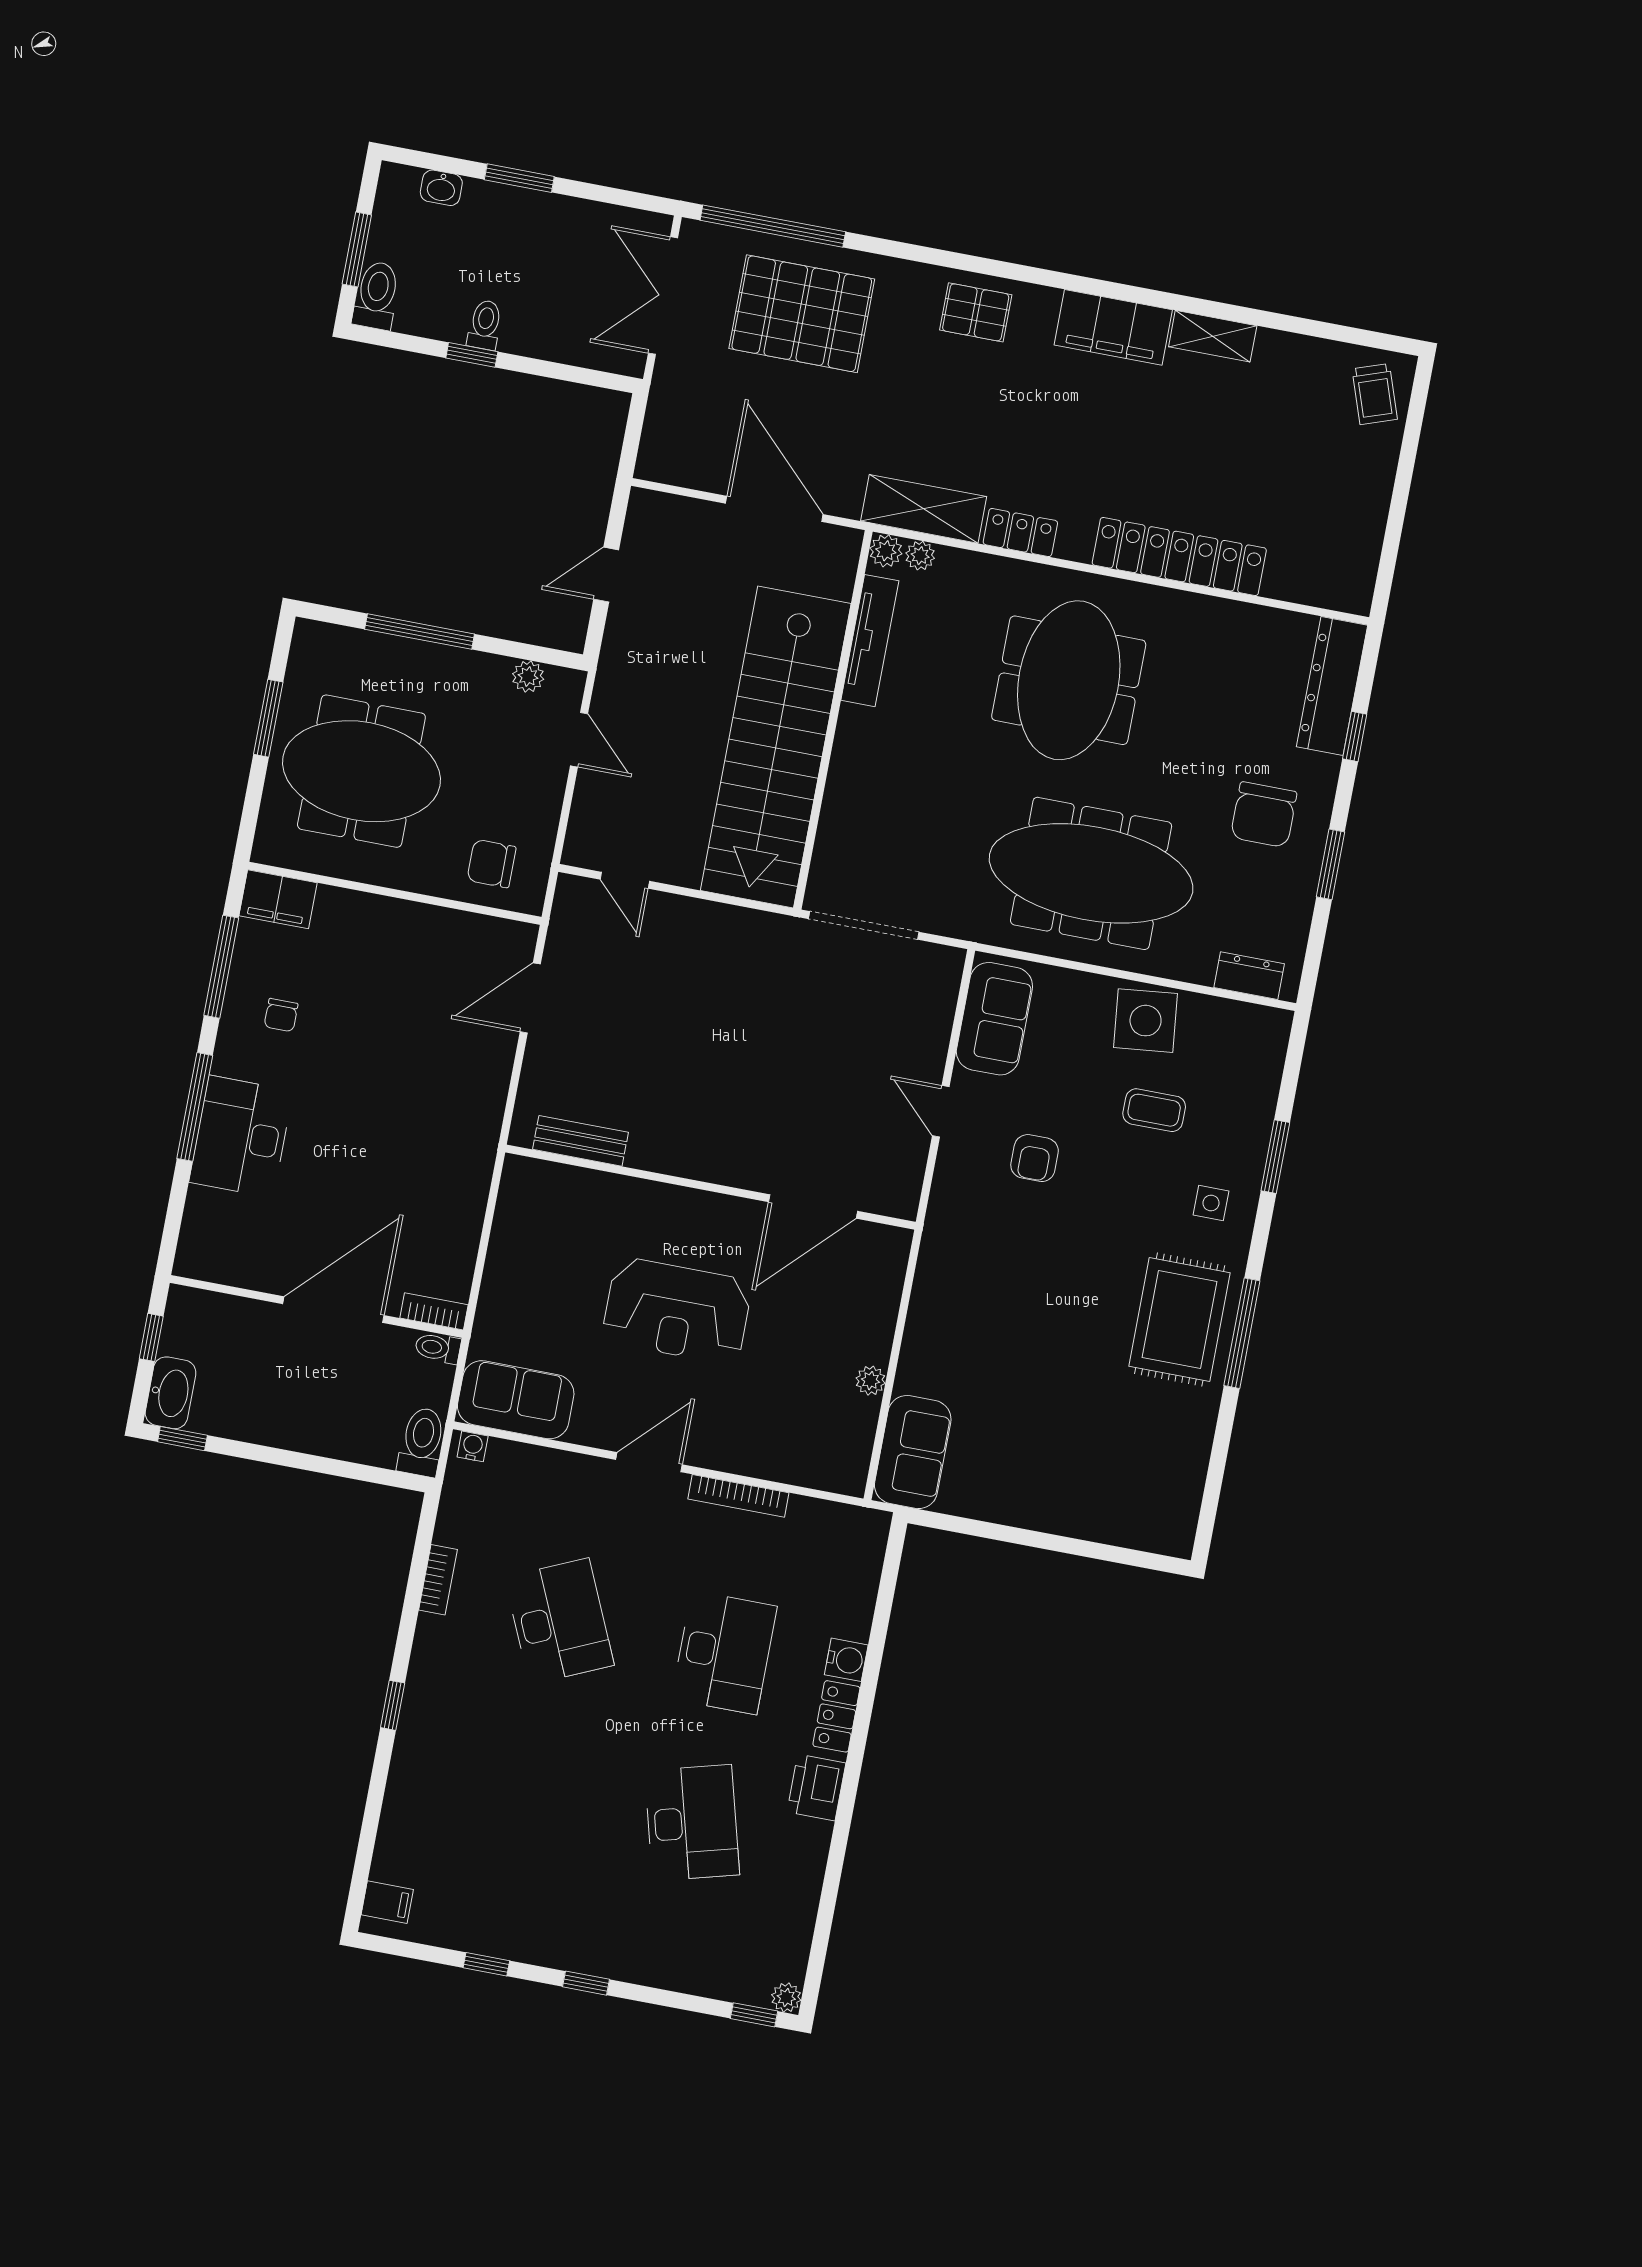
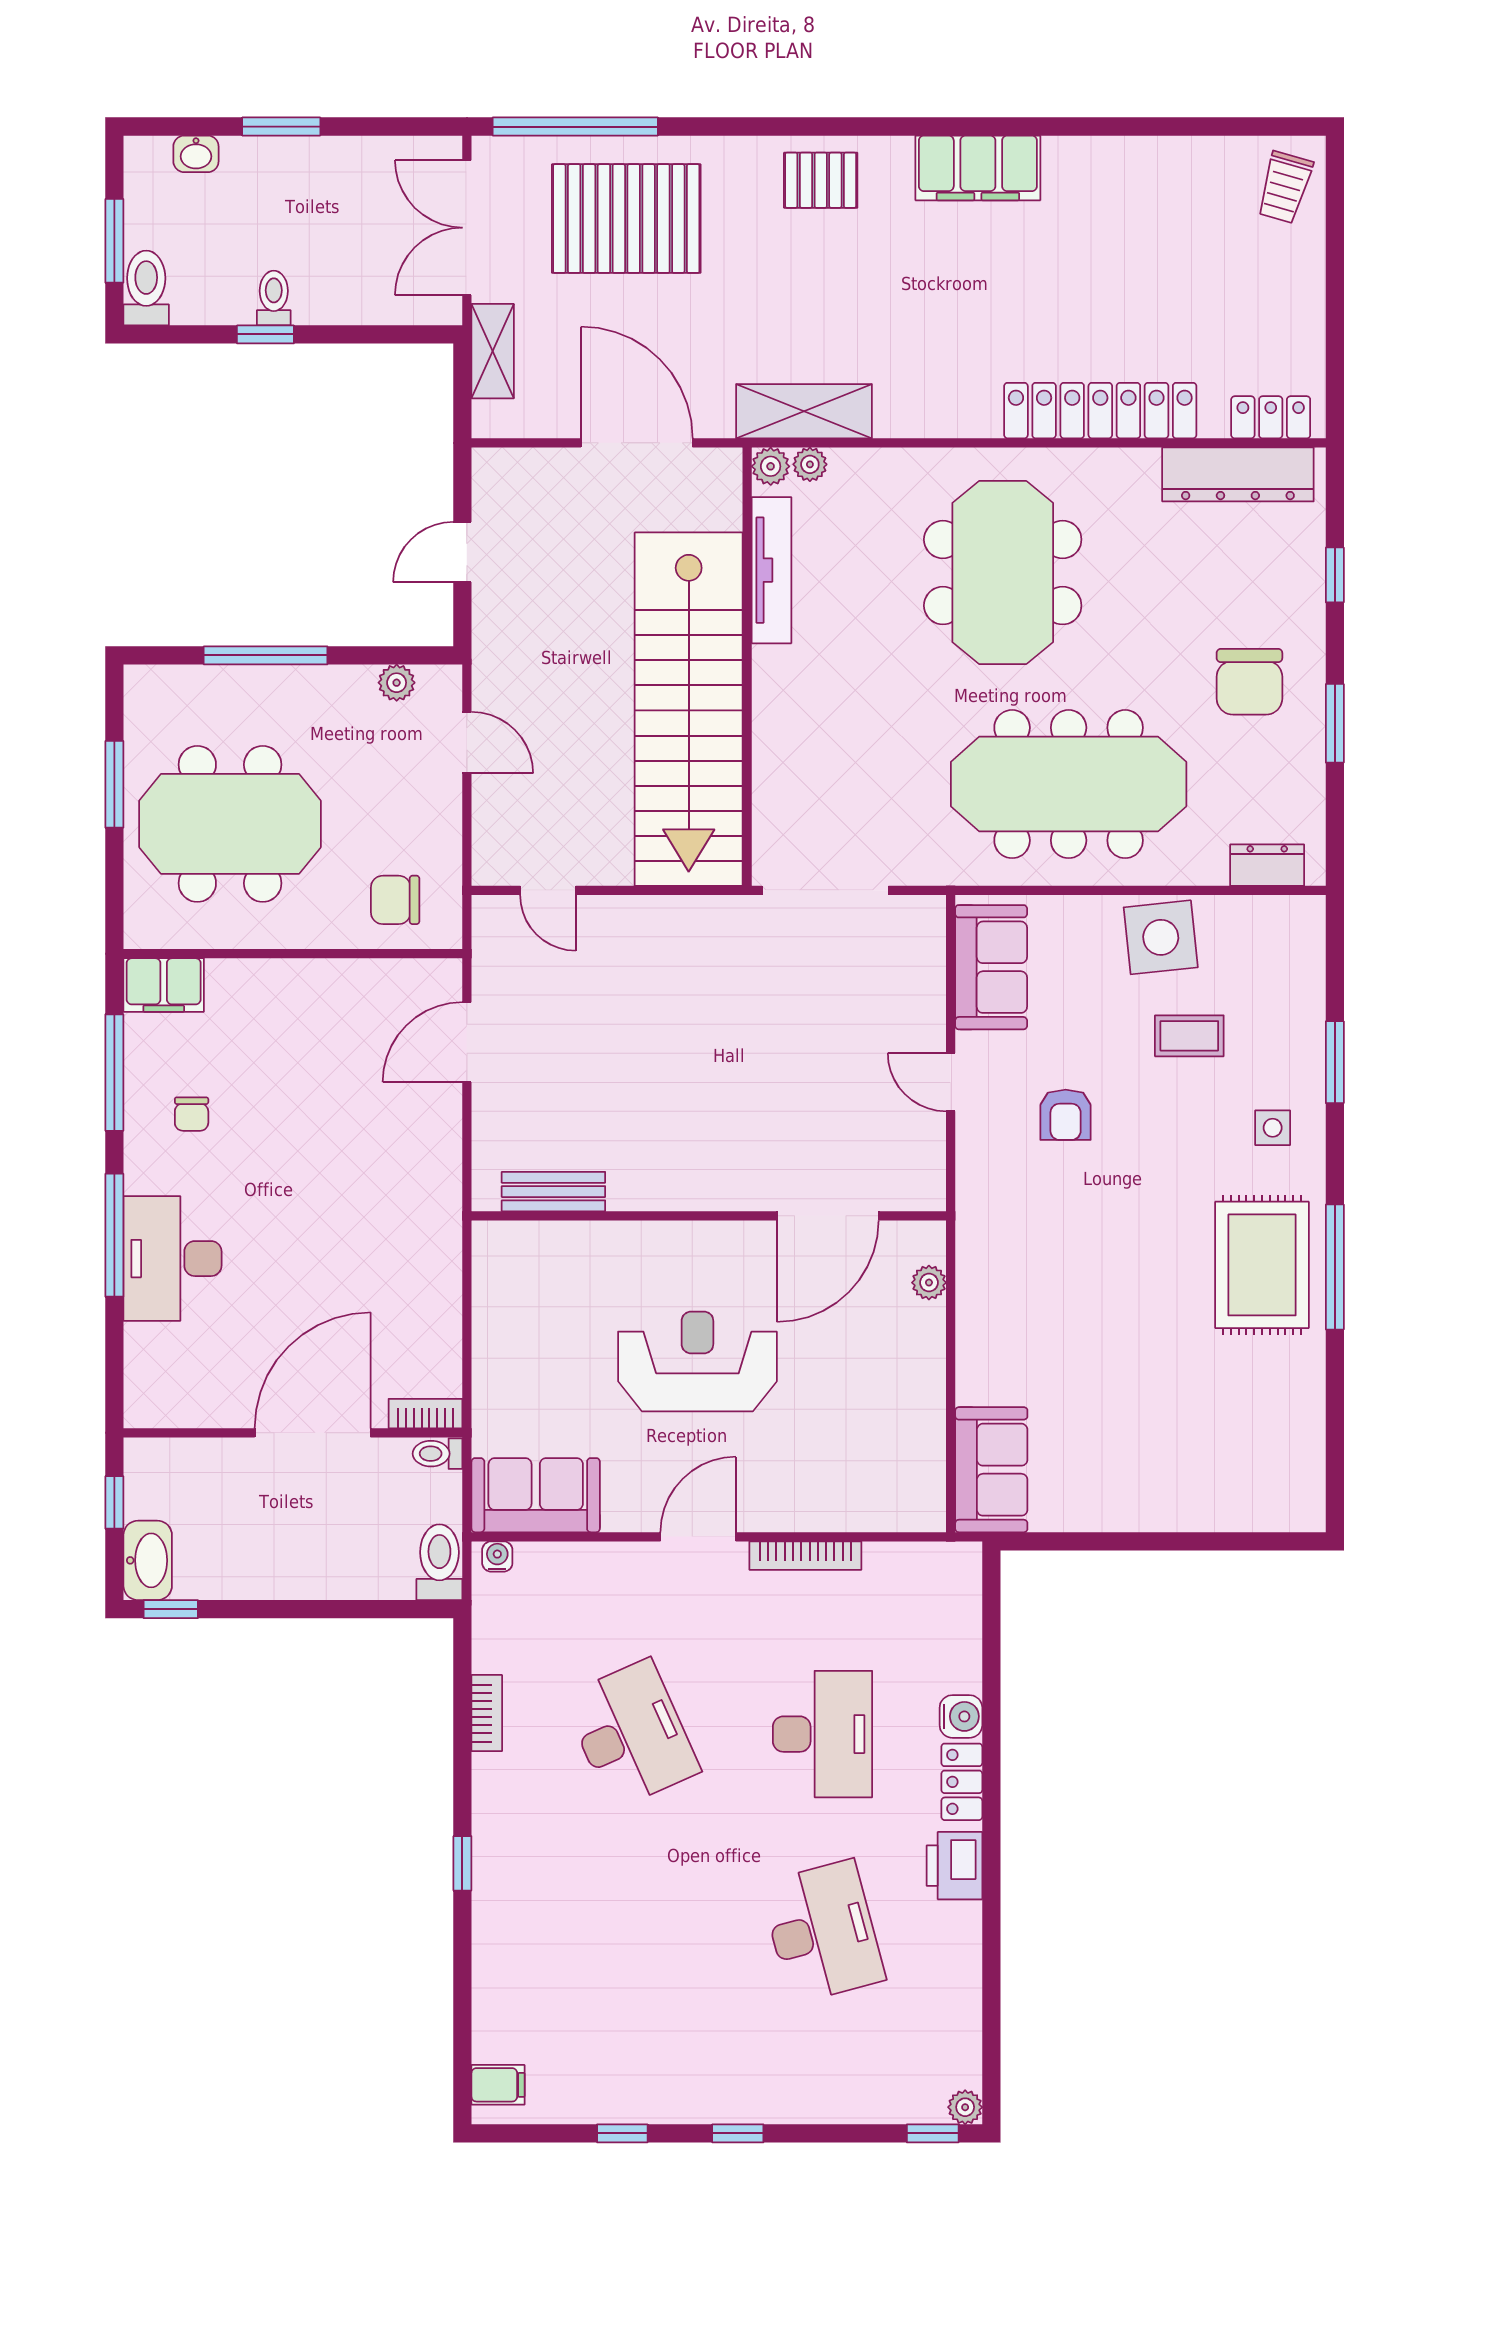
shelving: (1213, 336) -> (493, 351), moved, turned 90
trolley: (1375, 394) -> (1285, 187), turned 35
locker: (1020, 533) -> (1271, 417), moved
dresser: (1332, 686) -> (1238, 474), moved, turned -90
reception desk: (677, 1311) -> (697, 1361), turned 180
plant: (871, 1381) -> (929, 1283), moved

